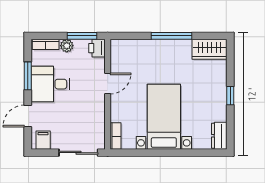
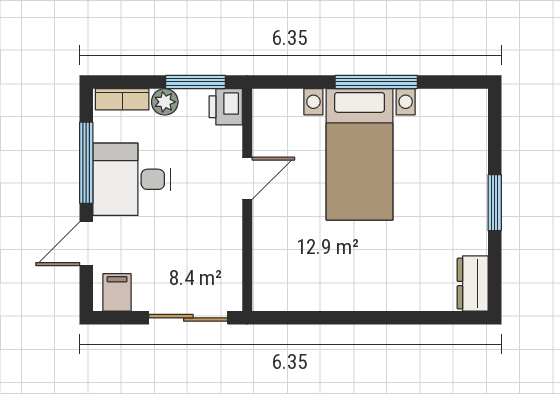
wardrobe: (210, 49) -> (453, 109), removed
window: (28, 76) -> (86, 163), width x1.44
window: (230, 96) -> (495, 203), width x1.50
bed with nightstands: (164, 117) -> (360, 154), moved, turned 180
bookcase: (115, 136) -> (263, 284), removed

